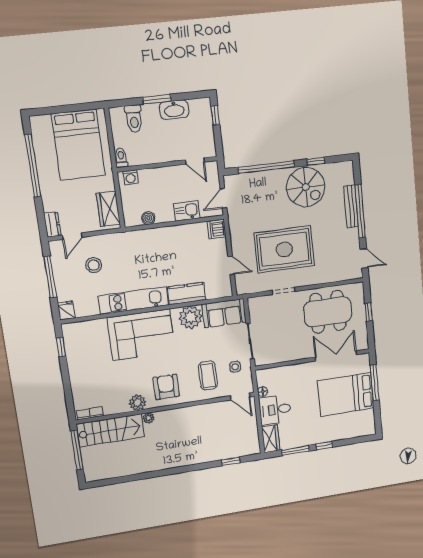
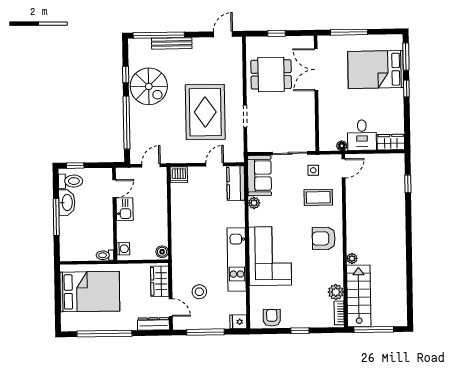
window: (157, 99) -> (56, 217), width x1.44
toilet: (134, 119) -> (71, 181), moved
spiral stairs: (306, 187) -> (149, 86), turned 90
door: (223, 198) -> (151, 165), swing flipped
wardrobe: (108, 209) -> (160, 281), moved, turned 90
kitchen sink: (187, 211) -> (125, 209), moved, turned 180
window: (360, 211) -> (159, 35), moved
boiler: (148, 218) -> (162, 252), moved
dresser: (52, 224) -> (153, 324), width x1.44
kitchen counter: (187, 294) -> (236, 183), moved
dining table: (328, 312) -> (271, 74), width x0.73
plant: (191, 317) -> (254, 203), width x0.53, depth x0.53
armchair: (75, 345) -> (272, 318), added
window: (61, 347) -> (300, 331), moved
bed: (346, 394) -> (376, 69), moved, turned 90
plant: (137, 403) -> (336, 292), moved
window: (296, 450) -> (406, 57), moved

